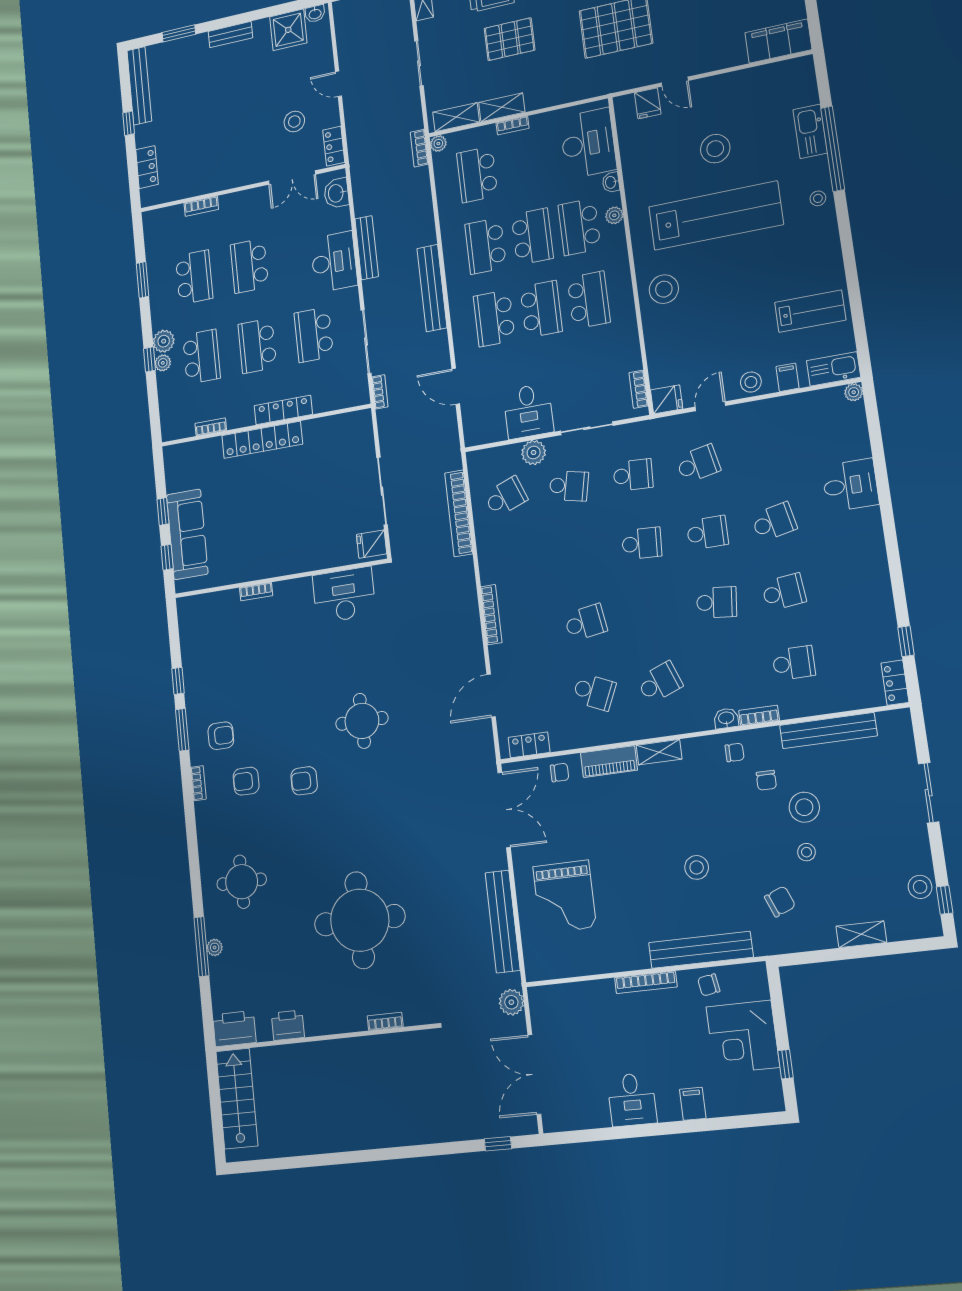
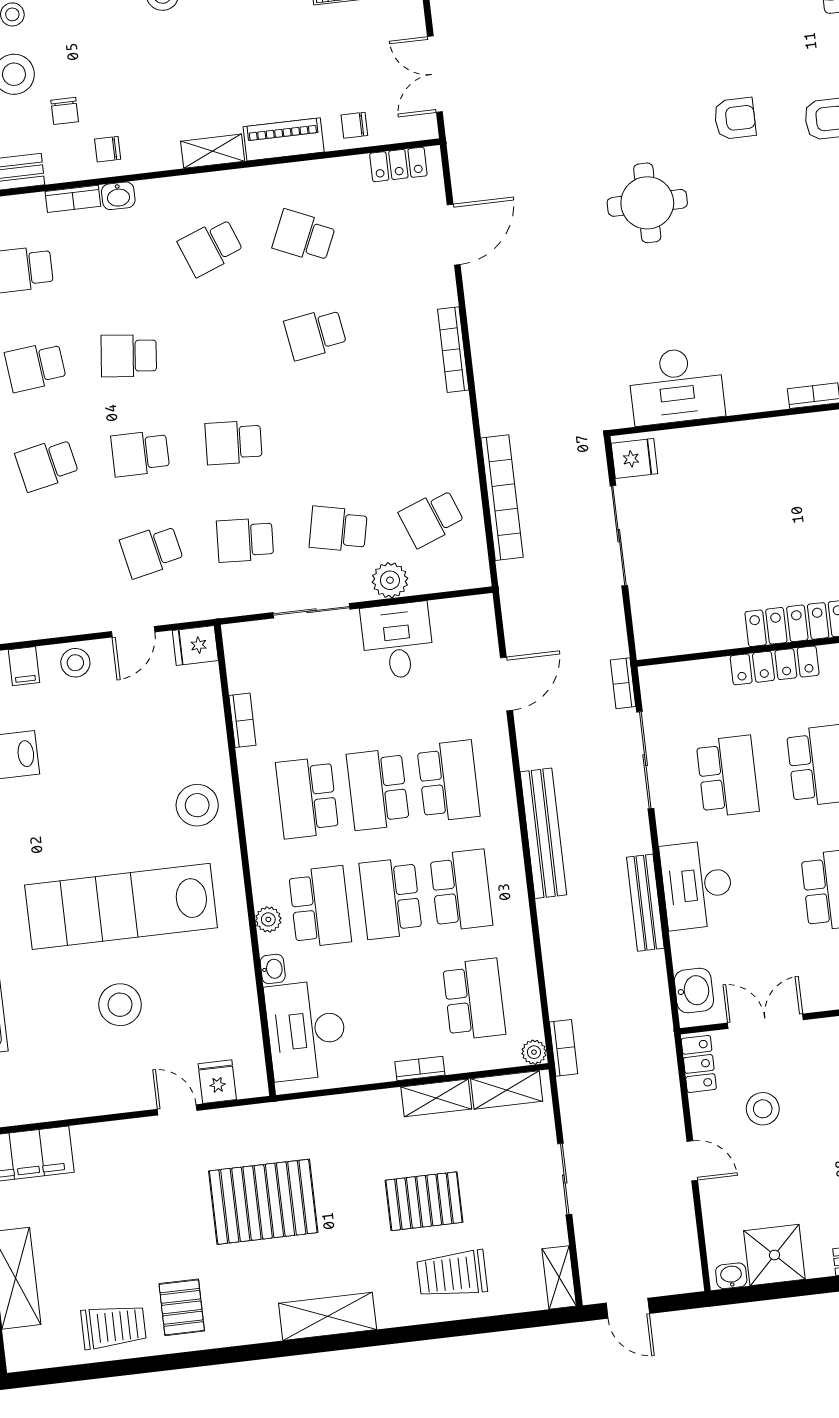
door: (456, 386) -> (507, 684), hinge flipped
bookcase: (638, 389) -> (242, 720), moved
chair: (766, 780) -> (65, 111), turned 180
double door: (504, 810) -> (435, 74), width x0.73

